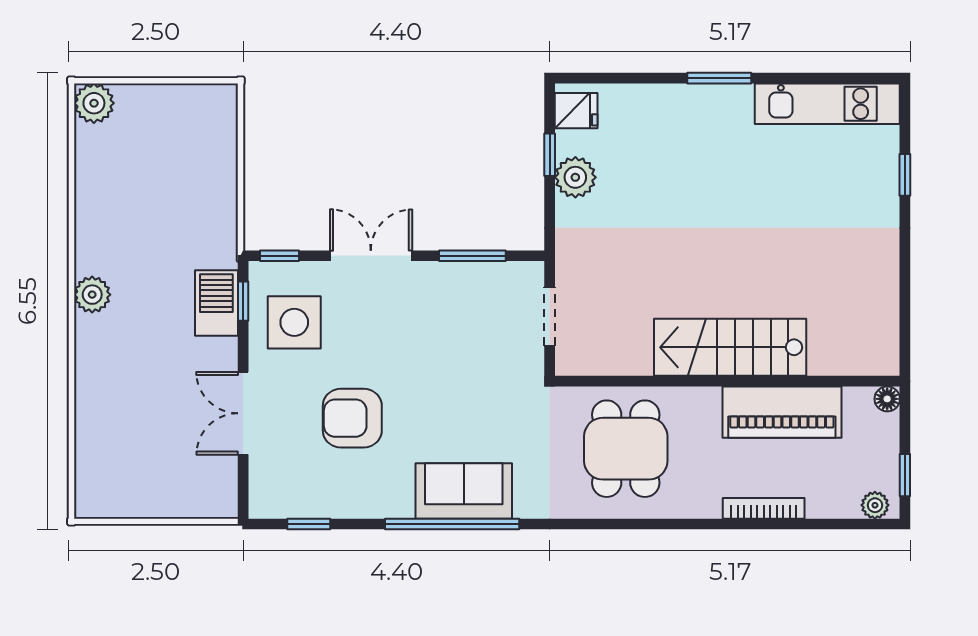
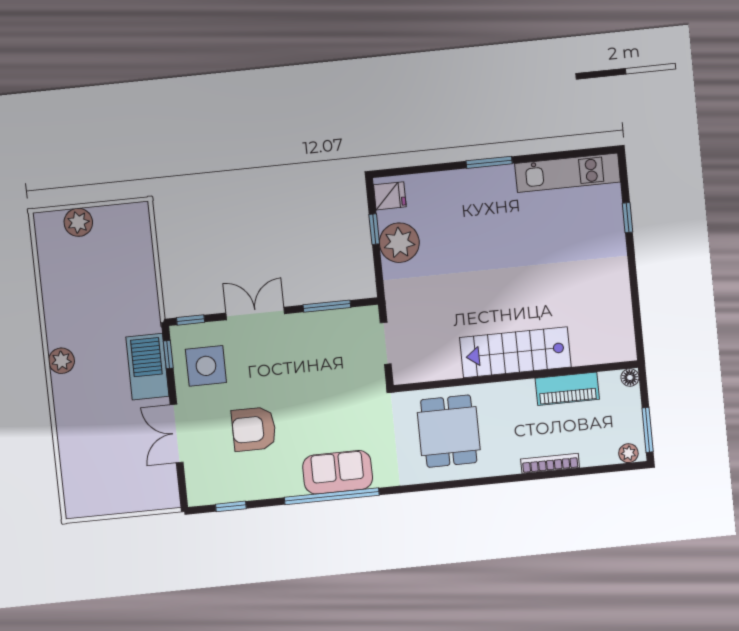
plant: (94, 103) -> (78, 222), moved
plant: (575, 177) -> (399, 243), width x1.36, depth x1.36
barbecue: (216, 303) -> (147, 367), width x1.37, depth x1.21
piano: (782, 412) -> (567, 389), width x0.73, depth x0.75
window: (905, 475) -> (648, 430), width x1.50

